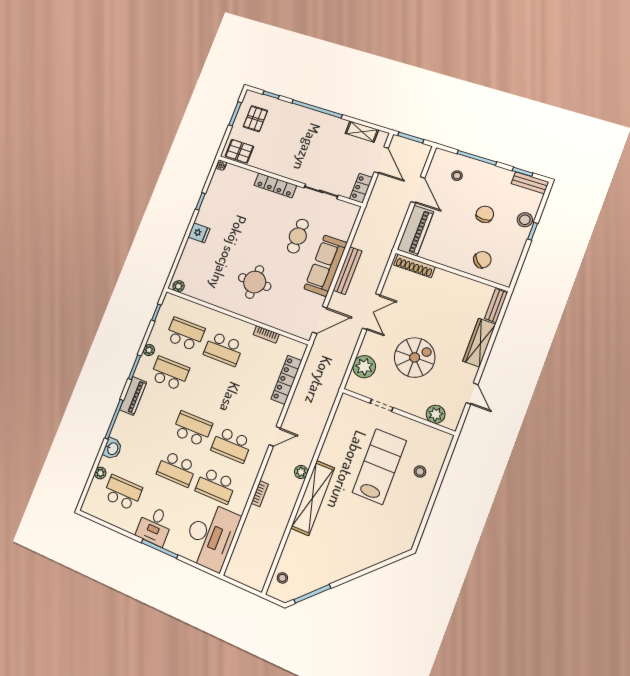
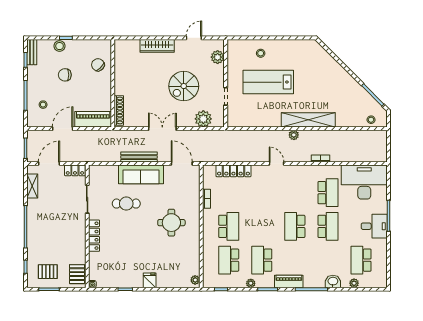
bench: (496, 306) -> (127, 44), removed
spiral stairs: (415, 357) -> (184, 86), turned -90
school desk: (231, 445) -> (295, 193), removed

